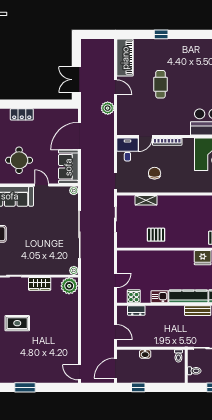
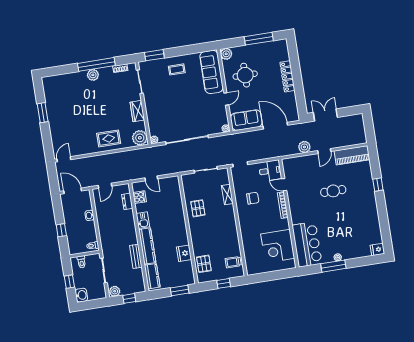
locker: (22, 114) -> (287, 76), width x1.53
rug: (17, 323) -> (109, 138), moved, turned 90
window: (138, 387) -> (61, 230), moved

